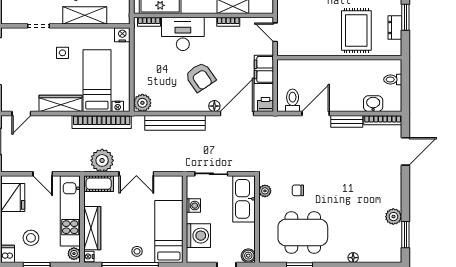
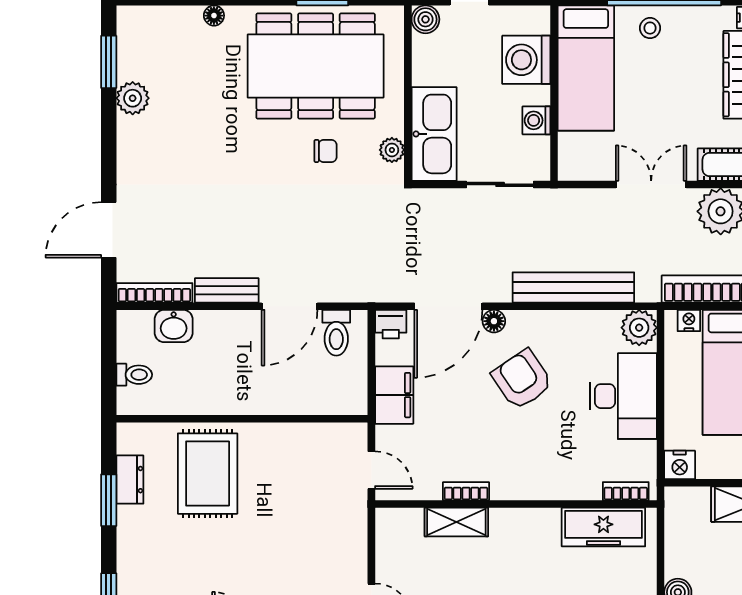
desk: (183, 34) -> (623, 396), moved, turned -90
dining table: (303, 232) -> (316, 66), width x1.36, depth x1.24

